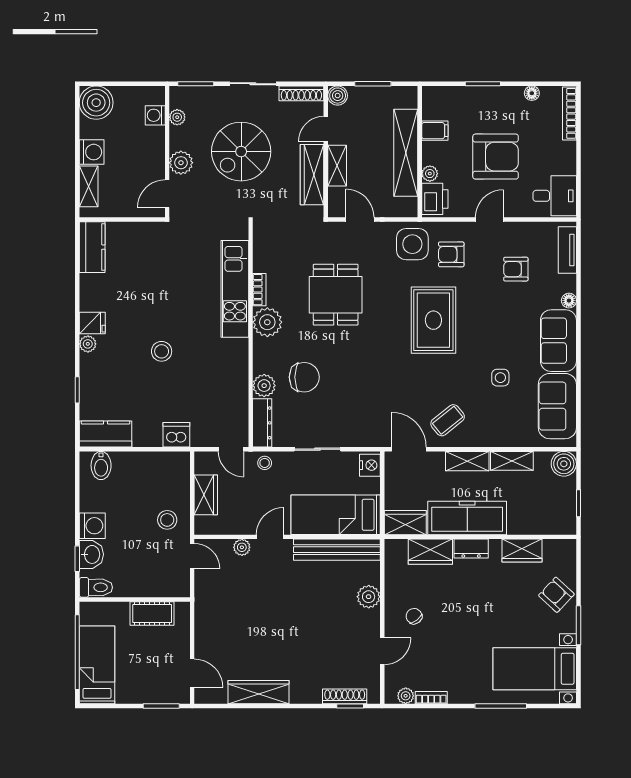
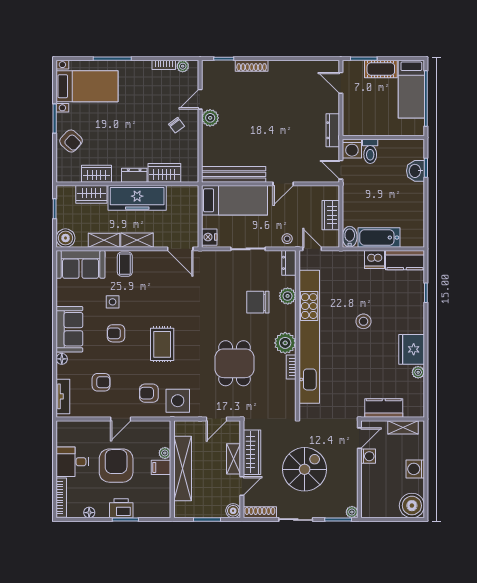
washing machine: (155, 115) -> (368, 456), moved
plant: (177, 117) -> (352, 512), moved
filing cabinet: (435, 131) -> (161, 467), moved
armchair: (496, 157) -> (116, 466), turned 90
plant: (181, 163) -> (349, 461), removed
shelving: (89, 186) -> (403, 427), moved, turned 90
desk: (555, 196) -> (72, 462), moved
printer: (435, 199) -> (121, 508), moved, turned 90
door: (360, 219) -> (216, 419), hinge flipped
kitchen counter: (92, 247) -> (384, 408), moved, turned 90
armchair: (451, 254) -> (149, 393), turned 180
kitchen unit: (235, 289) -> (309, 337), width x1.86
rug: (433, 320) -> (162, 344), width x0.73, depth x0.70
fridge: (92, 323) -> (412, 349), width x1.88, depth x1.34
armchair: (496, 335) -> (116, 333), added
plant: (88, 344) -> (418, 372), moved
sofa: (557, 406) -> (81, 264), moved, turned 90
coffee table: (448, 420) -> (125, 264), moved, turned -51
dresser: (262, 423) -> (289, 263), width x0.70
dishwasher: (176, 435) -> (375, 260), moved
bathtub: (141, 464) -> (379, 238), added
bidet: (101, 465) -> (350, 237), moved
stool: (167, 520) -> (359, 196), removed
wardrobe: (405, 523) -> (91, 194), moved
washing machine: (92, 526) -> (352, 149), moved, turned -90
plant: (242, 547) -> (304, 176), removed
toilet: (96, 587) -> (370, 151), moved, turned -90
plant: (369, 597) -> (210, 118), moved
dresser: (203, 609) -> (333, 130), added
cot: (152, 614) -> (381, 69), moved
wardrobe: (258, 692) -> (292, 69), removed
shoe rack: (345, 696) -> (252, 66), moved

